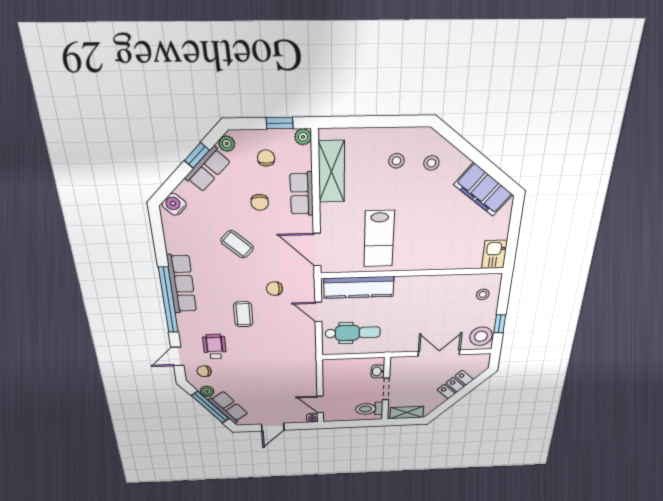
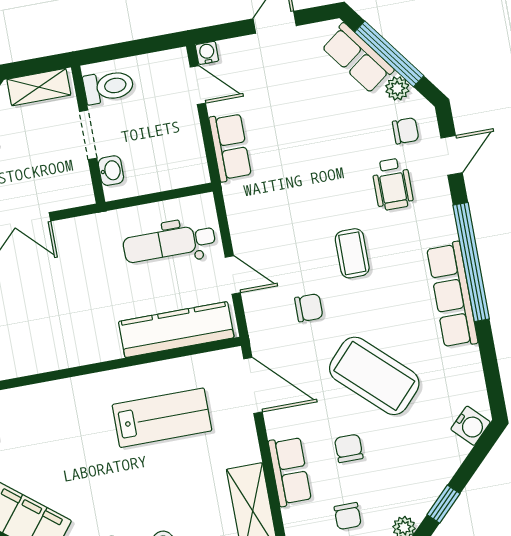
row of seats: (208, 169) -> (230, 147), moved, turned 135
lab bench: (379, 239) -> (162, 418), turned 90
coffee table: (237, 244) -> (374, 376), width x1.86, depth x1.72

